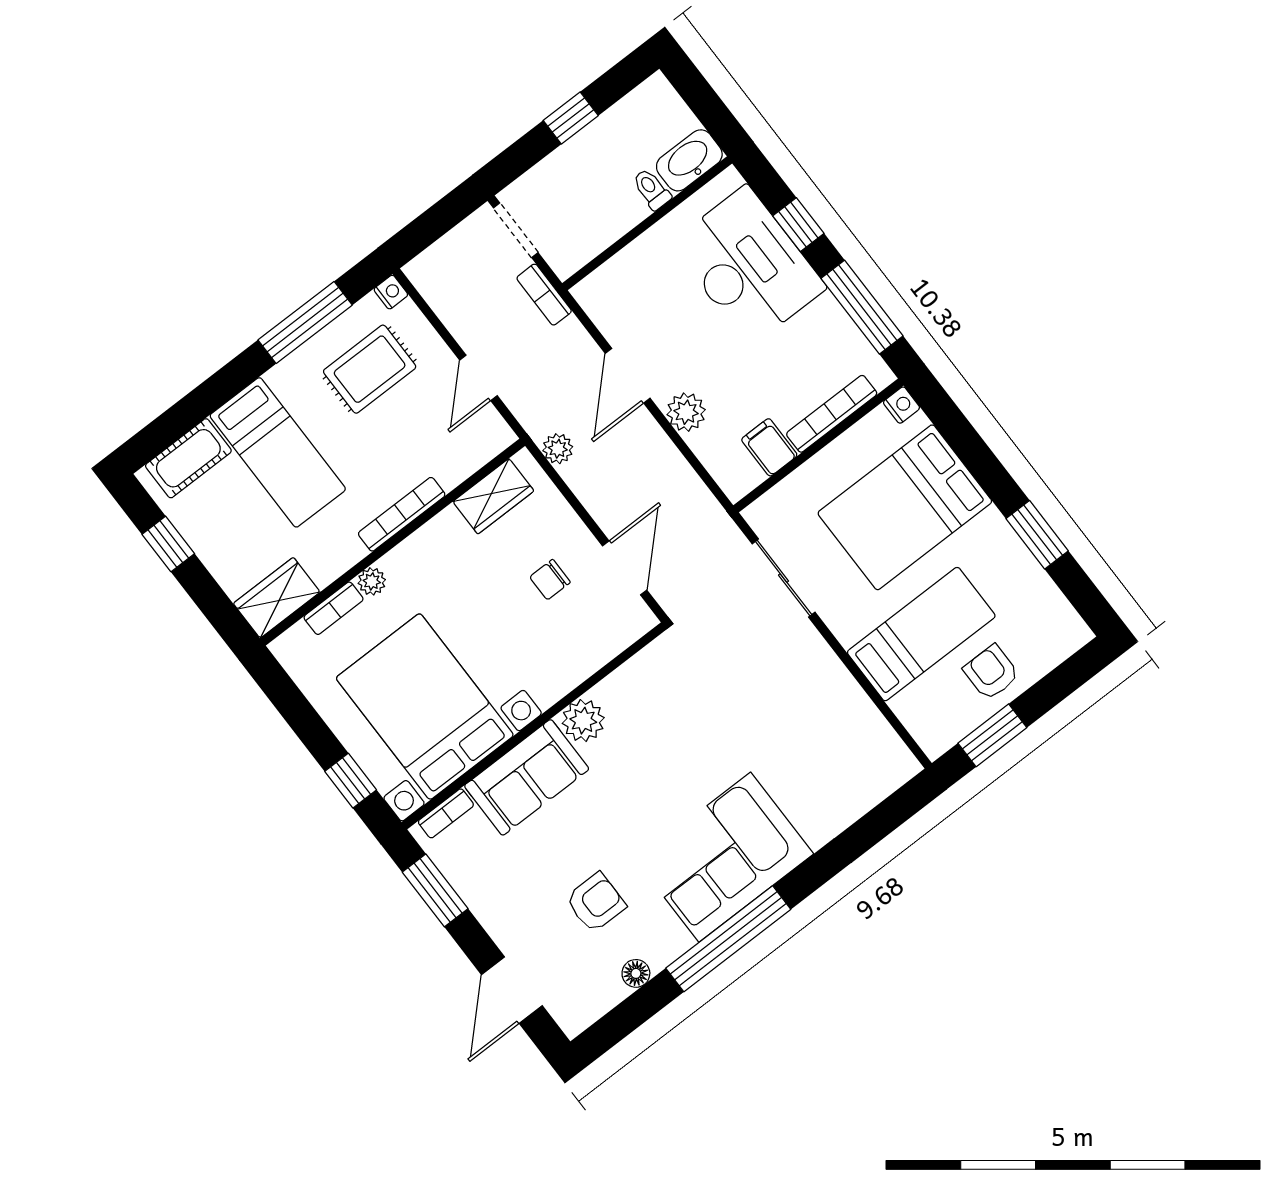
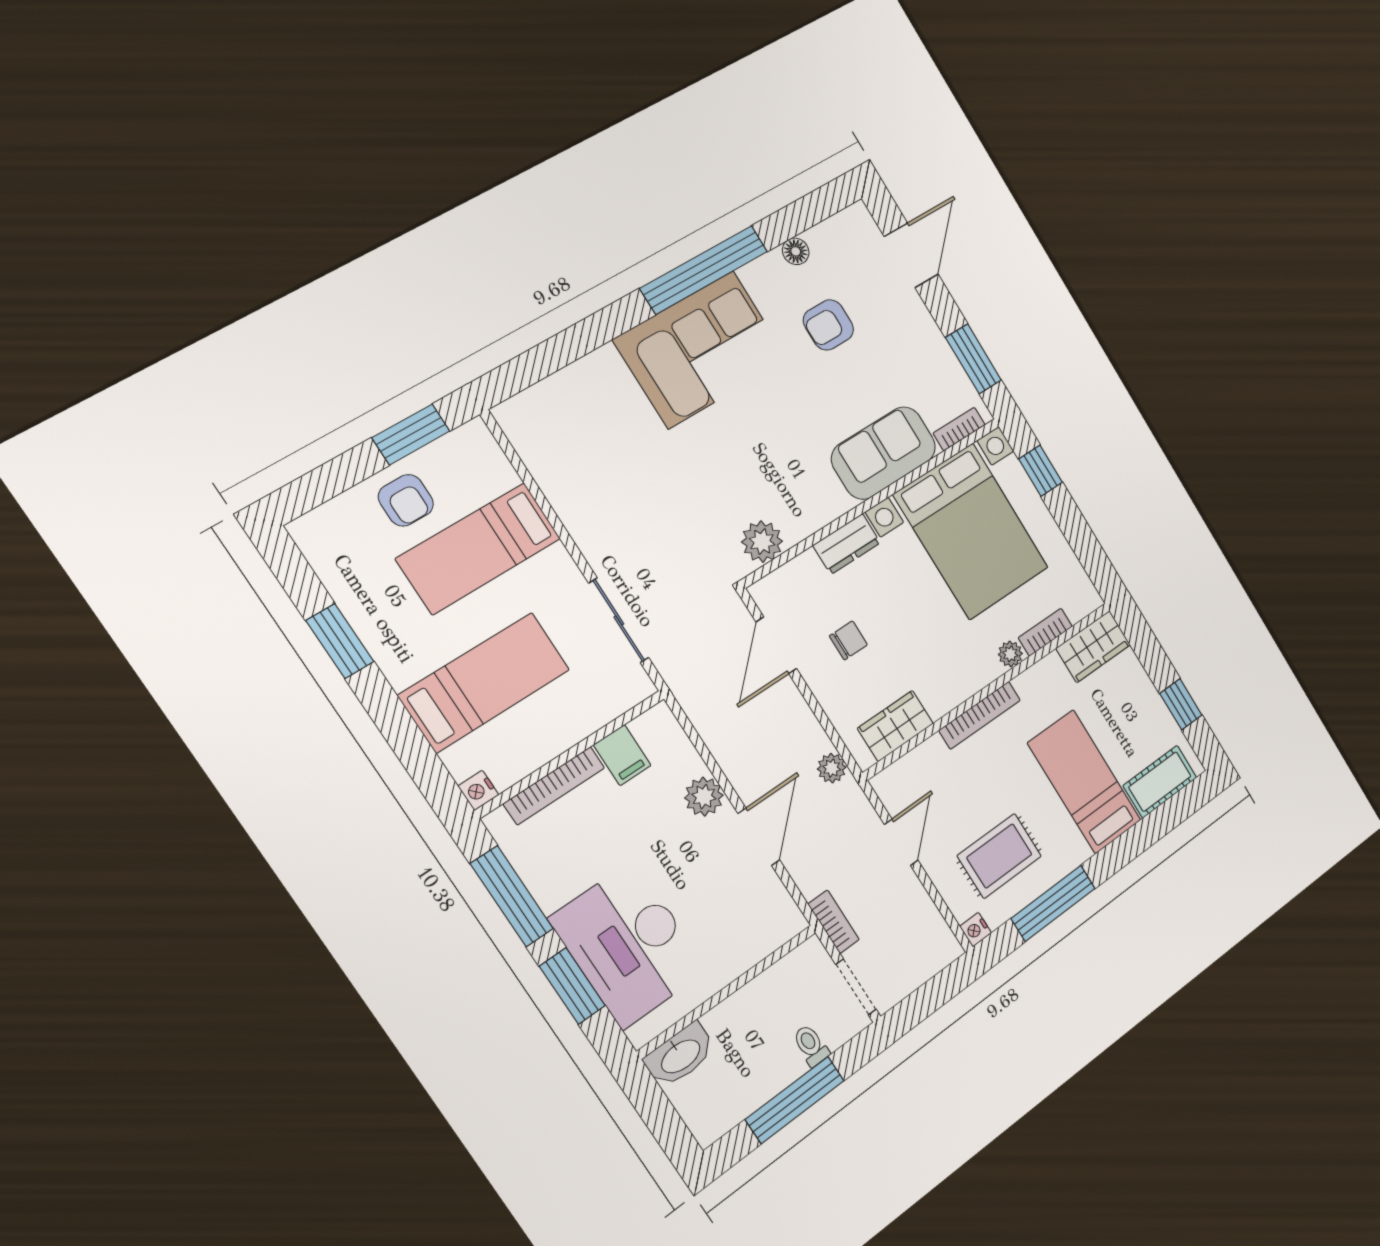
window: (571, 118) -> (795, 1100), width x2.17
toilet: (652, 189) -> (811, 1045), moved, turned 180
window: (798, 225) -> (572, 986), width x1.50
bed: (905, 507) -> (484, 682), width x0.67
dresser: (559, 678) -> (847, 544), added
plant: (583, 721) -> (762, 542), moved

